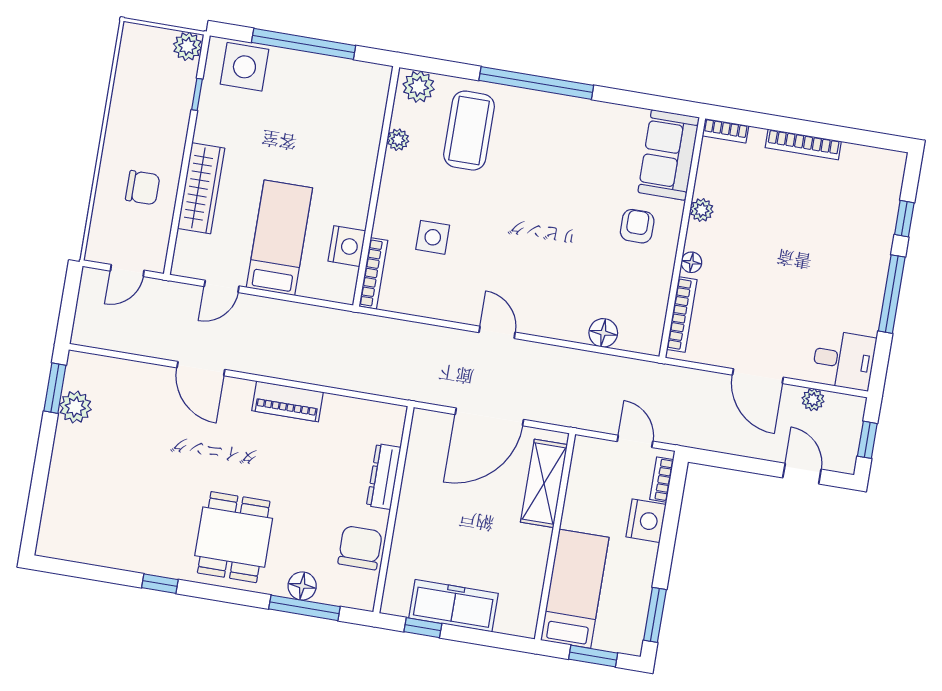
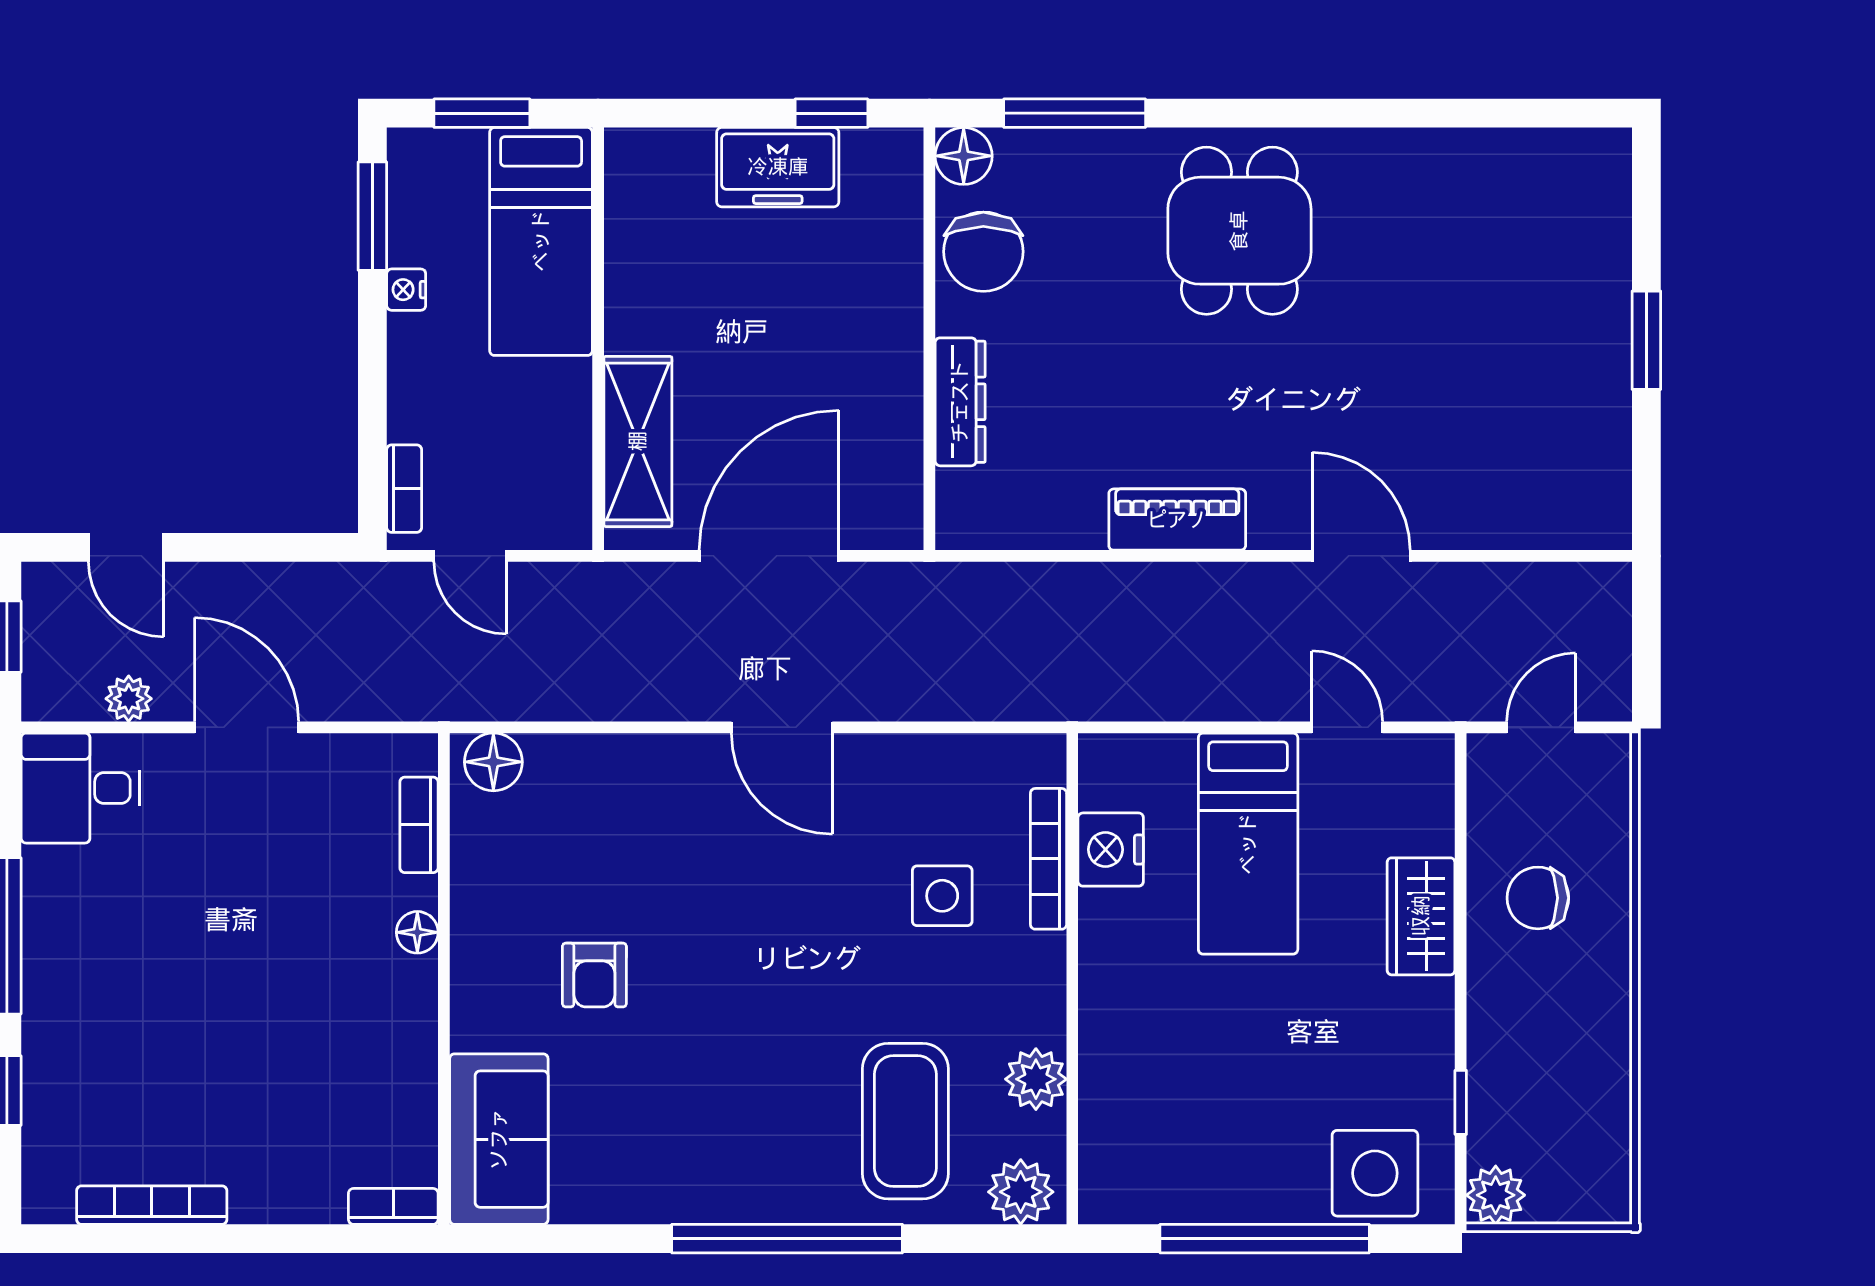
plant: (398, 140) -> (1036, 1079), width x1.38, depth x1.38
bookcase: (803, 144) -> (152, 1205), moved
wardrobe: (201, 188) -> (1421, 916), width x0.67
plant: (702, 210) -> (414, 1040), removed
armchair: (637, 226) -> (594, 975), moved
bookcase: (373, 273) -> (1048, 859), moved
door: (222, 286) -> (1347, 727), hinge flipped
bookcase: (682, 314) -> (419, 825), width x0.64
door: (497, 332) -> (782, 727), width x1.38
floor lamp: (603, 333) -> (493, 762), moved
window: (55, 388) -> (1646, 340), moved
plant: (75, 407) -> (1599, 438), removed
nightstand: (646, 521) -> (406, 290), moved, width x0.53, depth x0.56
window: (160, 584) -> (1371, 113), removed
floor lamp: (302, 586) -> (964, 156), moved
freezer: (453, 606) -> (778, 167), width x0.71

